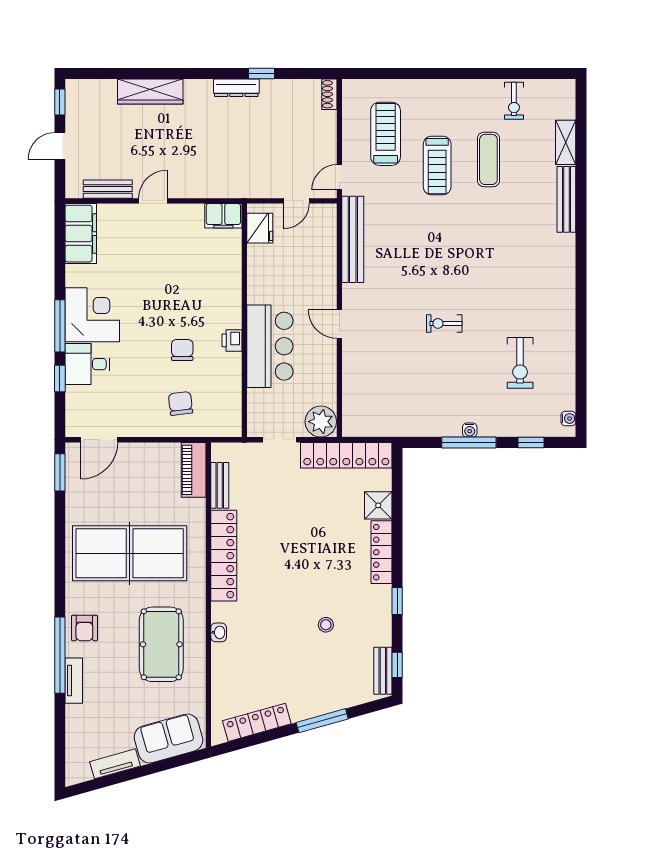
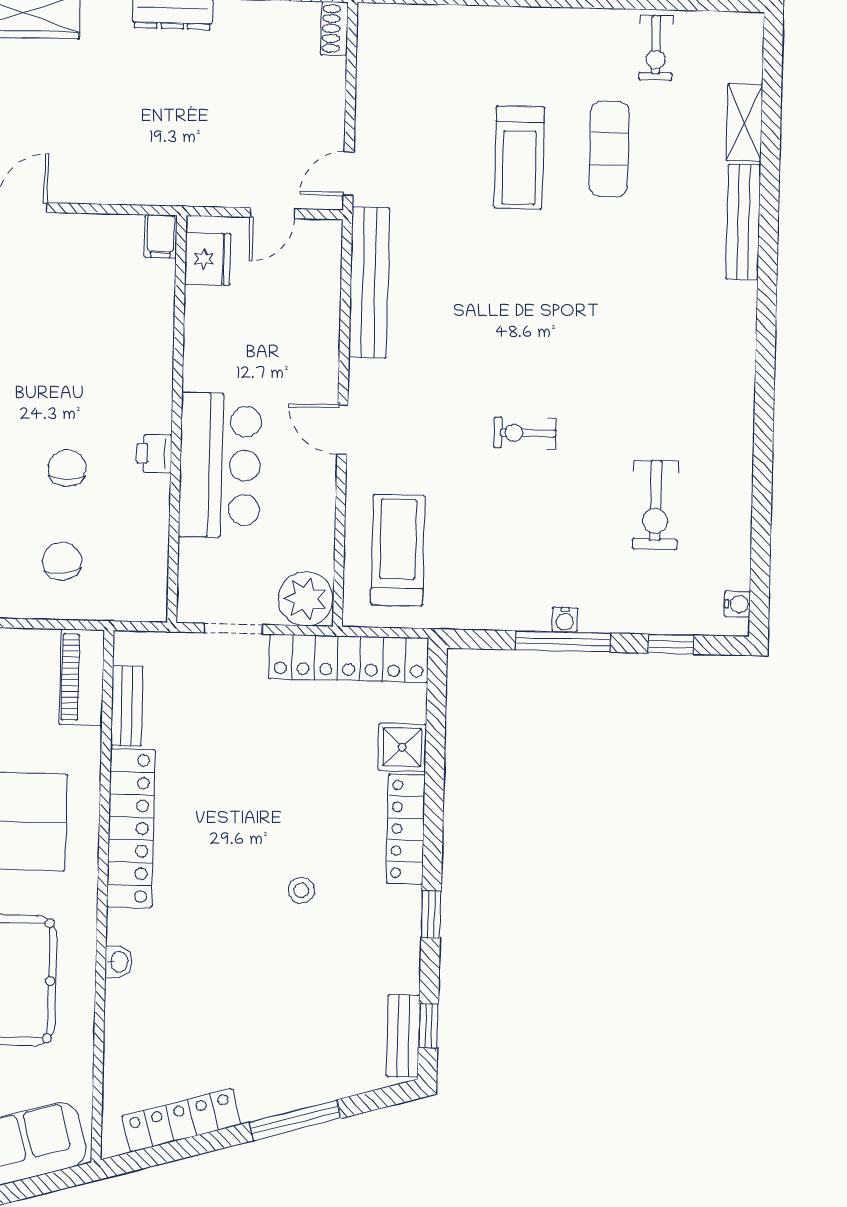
treadmill: (386, 134) -> (398, 550), moved
filing cabinet: (223, 216) -> (161, 236), width x0.50
stool: (326, 625) -> (301, 890), moved

